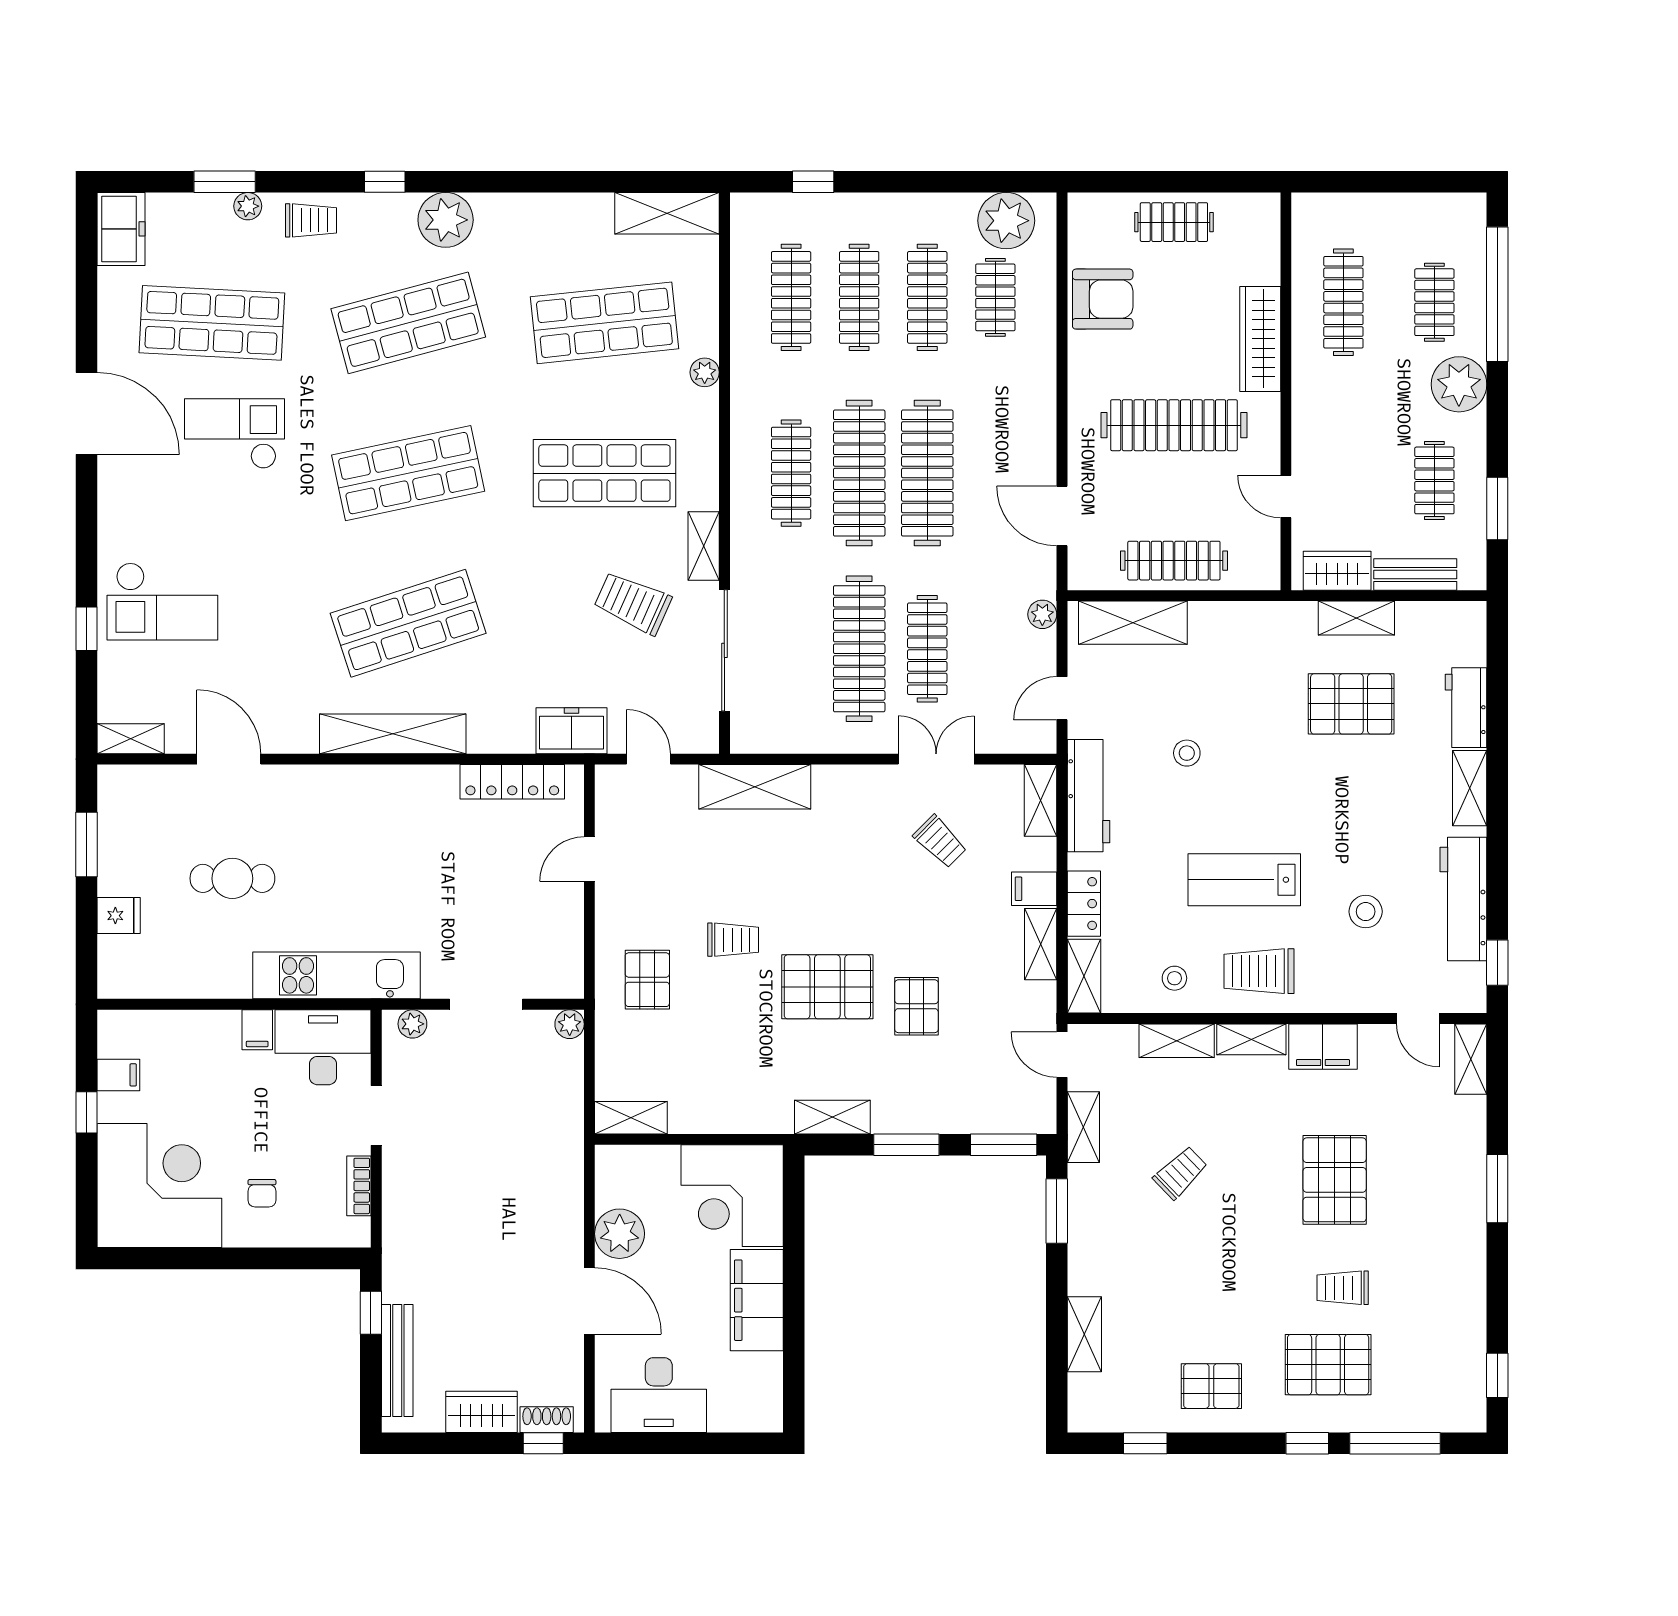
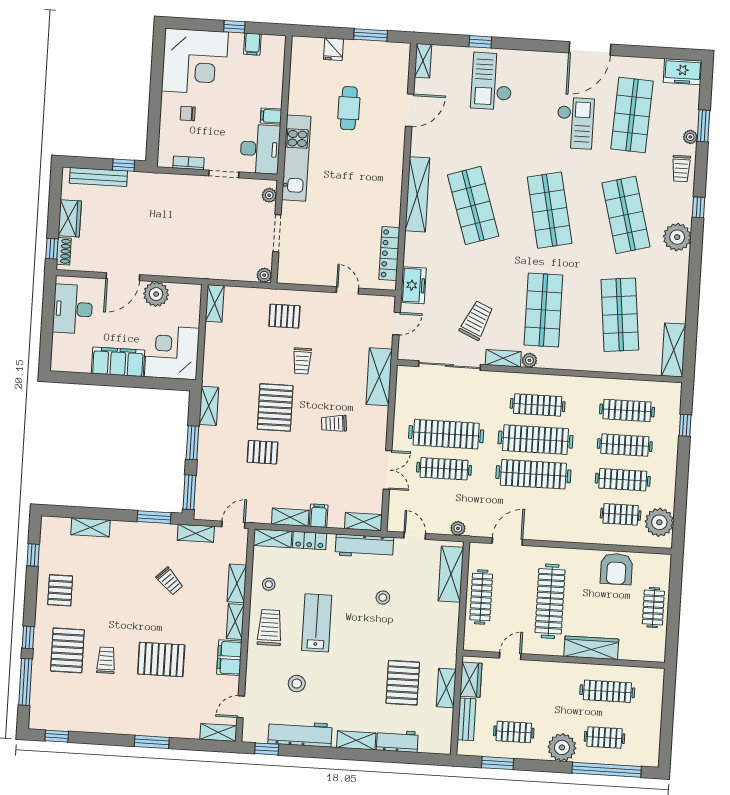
plant: (705, 372) -> (529, 360), moved
trolley: (940, 842) -> (334, 423), moved, turned 40

